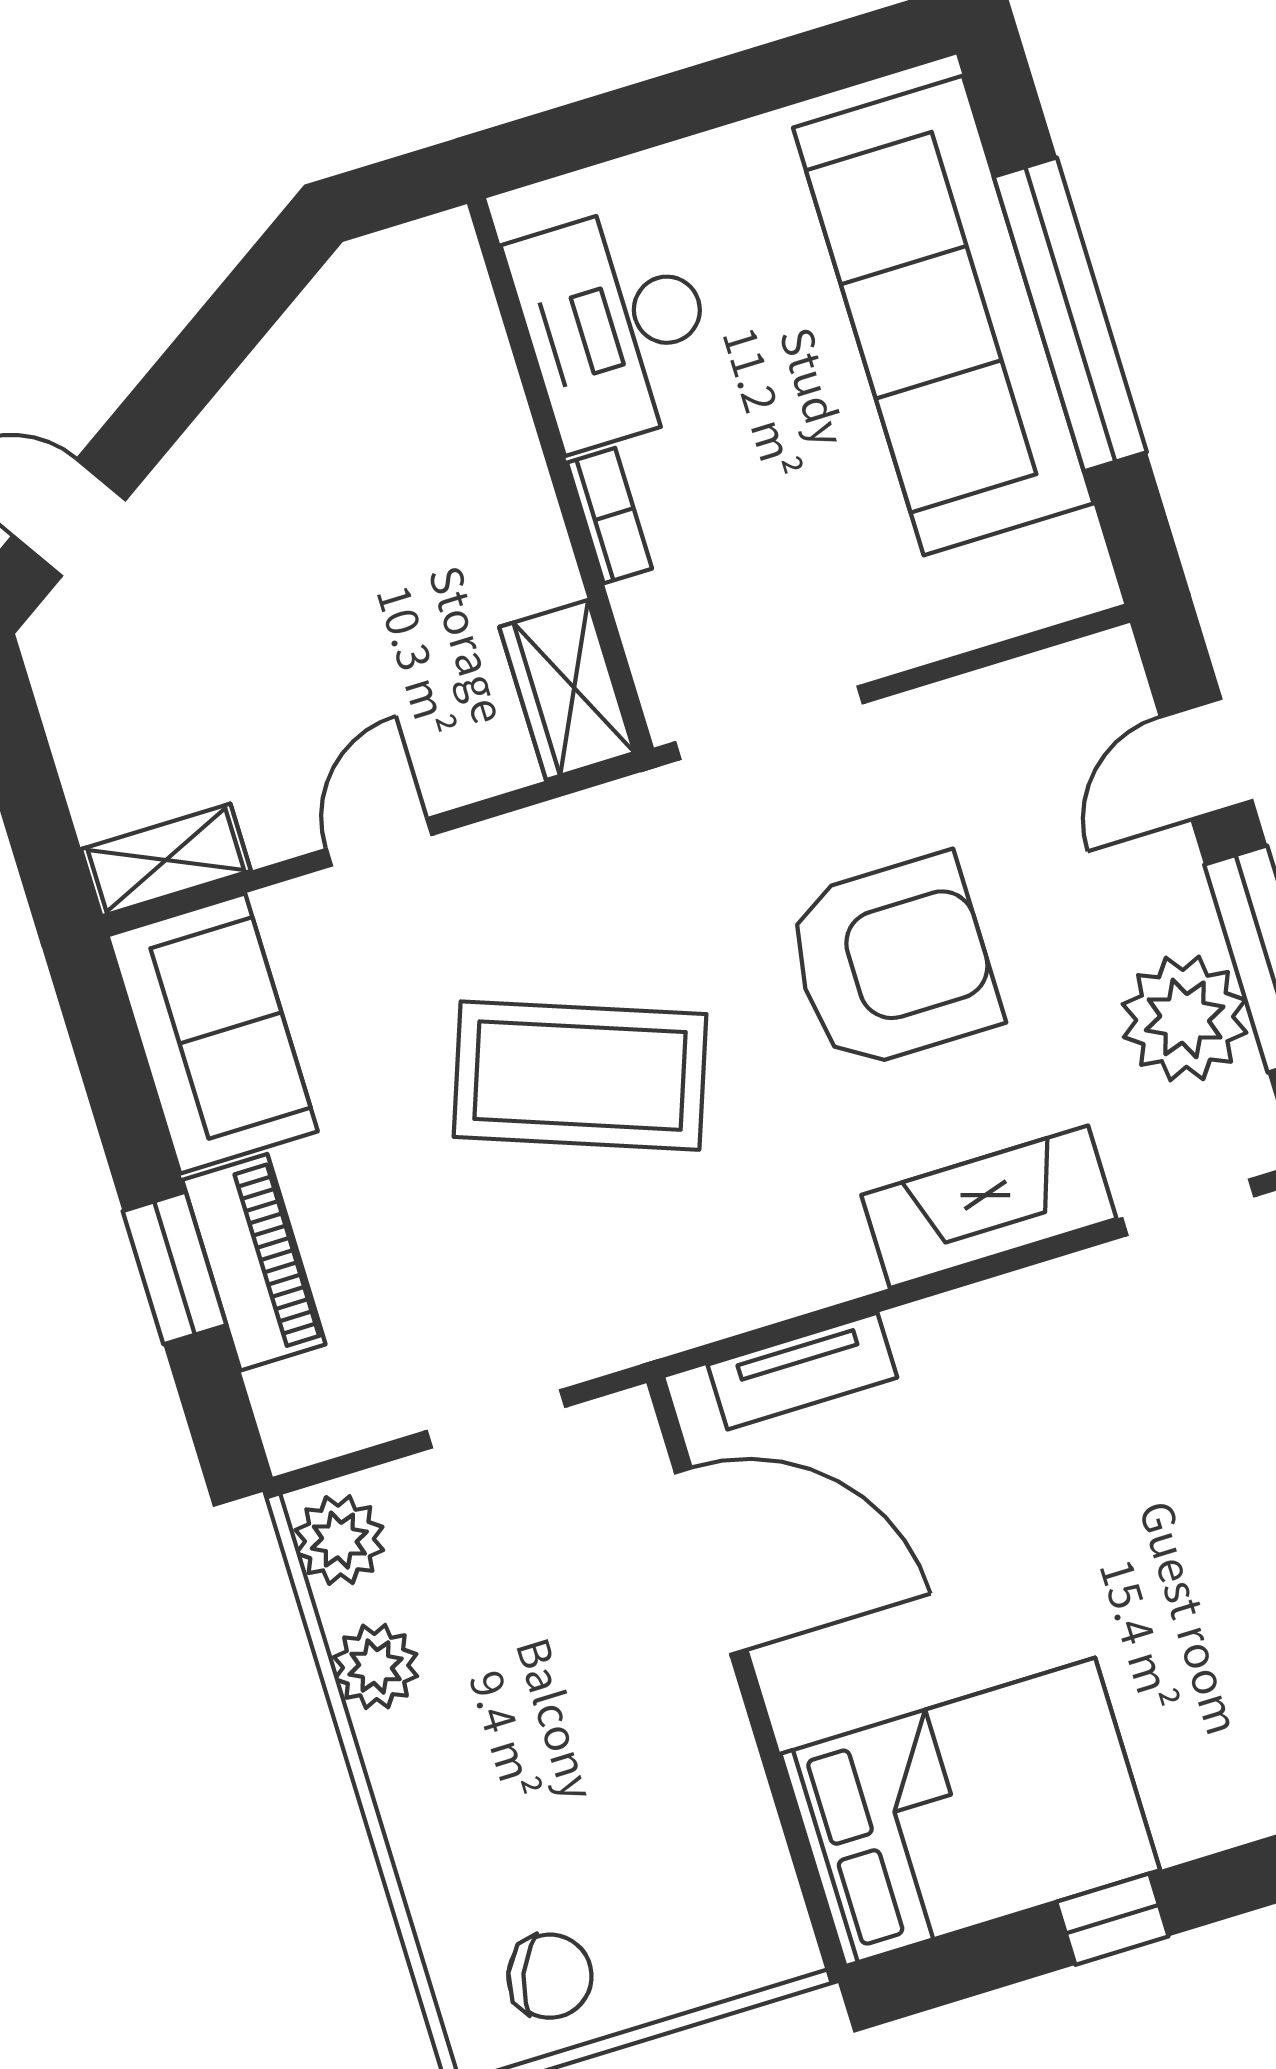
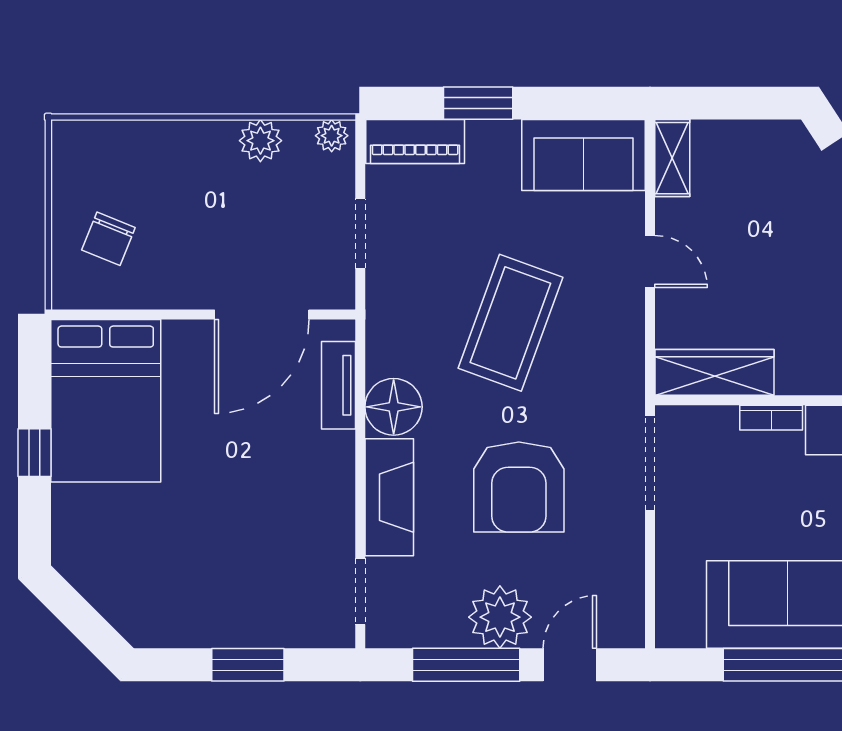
wardrobe: (567, 690) -> (715, 372), width x1.50
door: (1206, 759) -> (570, 665), hinge flipped
plant: (1185, 1018) -> (500, 617), moved
floor lamp: (812, 1252) -> (394, 407), added
piano: (254, 1262) -> (415, 142), moved
plant: (339, 1540) -> (332, 136), width x0.73, depth x0.73
chair: (550, 1976) -> (108, 239), moved

